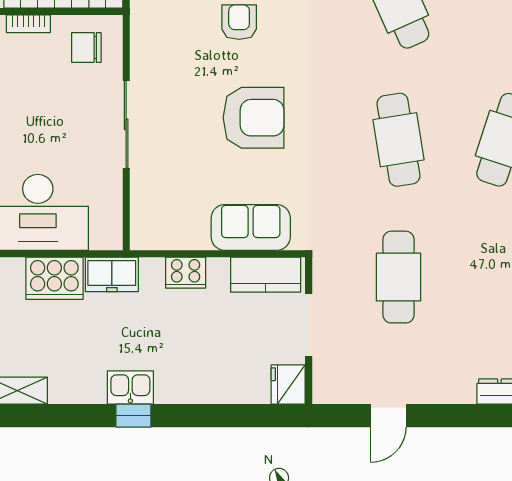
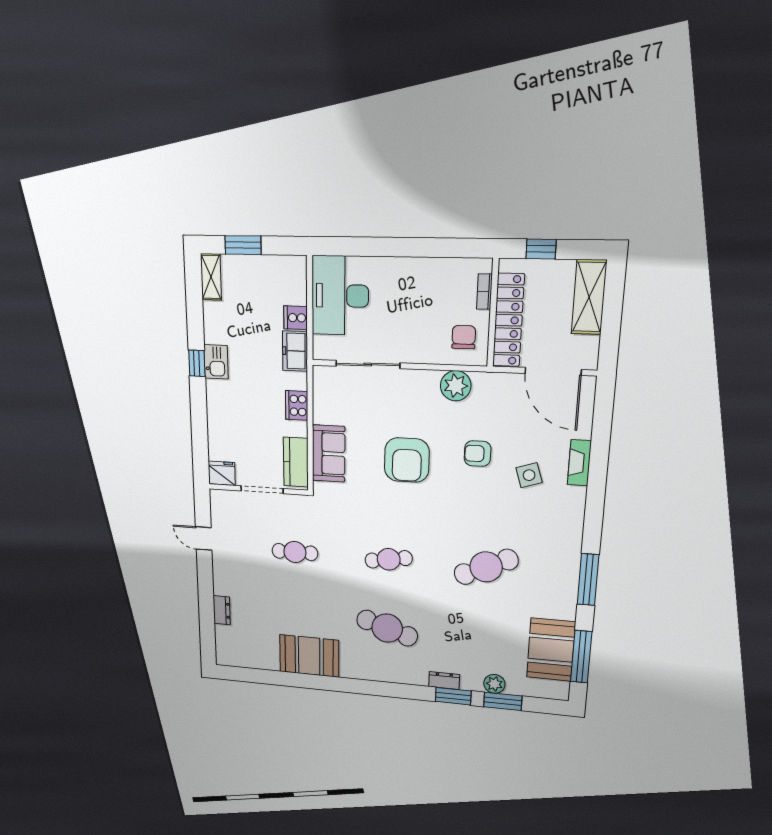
armchair: (239, 22) -> (478, 454), turned 180
plant: (150, 55) -> (456, 386), added
sliding door: (126, 124) -> (368, 364), moved
cafe table: (398, 140) -> (389, 559), width x0.73, depth x0.74
cafe table: (398, 277) -> (295, 552), width x0.73, depth x0.74
cooker: (54, 278) -> (296, 318), width x0.53, depth x0.76

